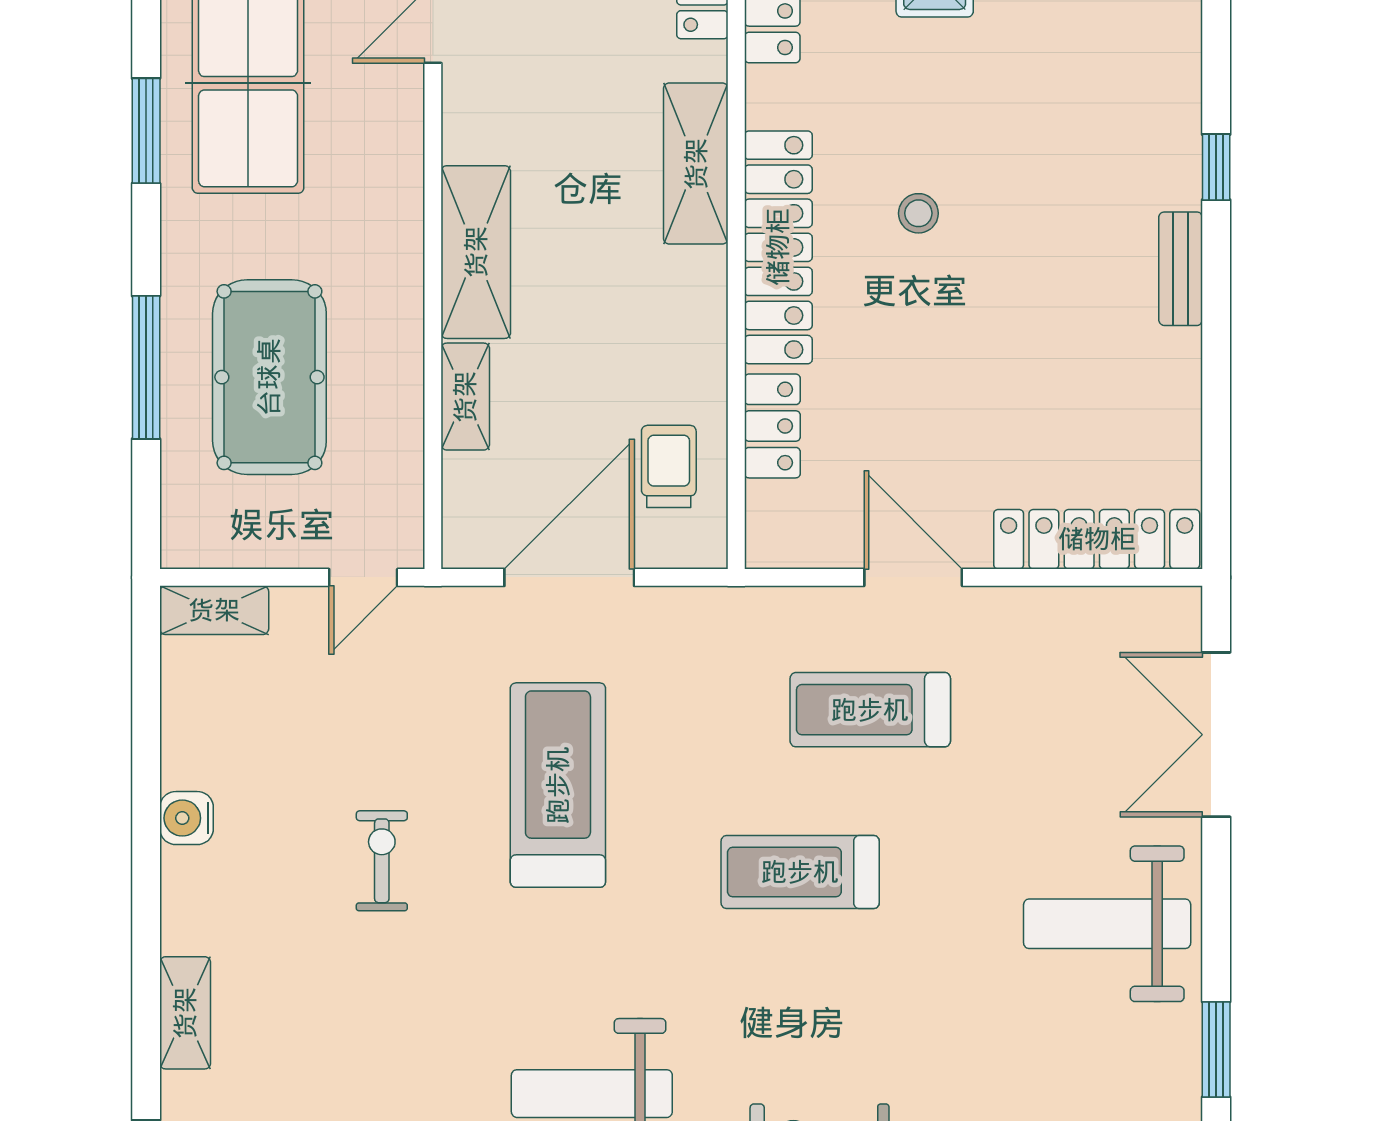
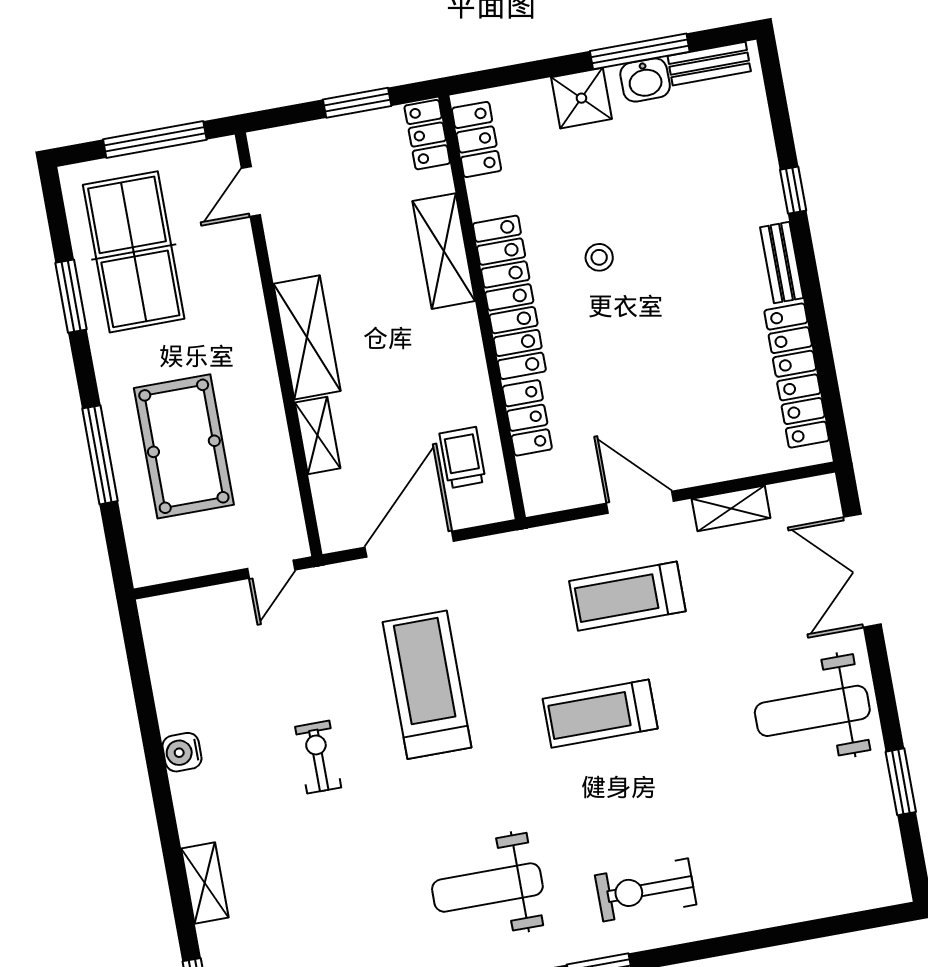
locker: (1097, 539) -> (797, 376), moved, turned -90
shelving: (214, 610) -> (731, 508), moved

